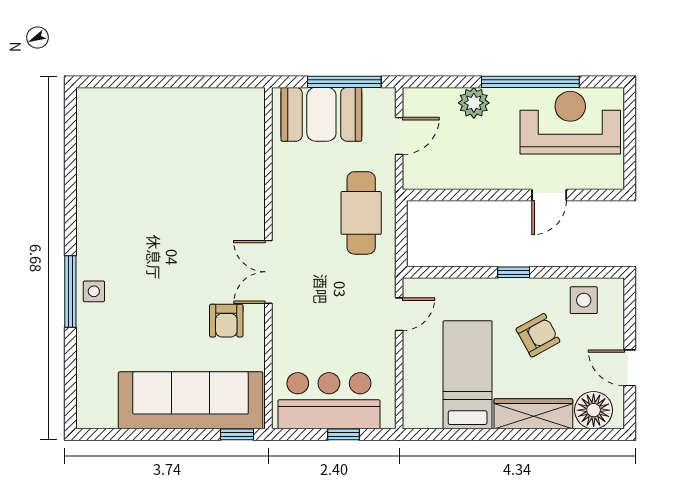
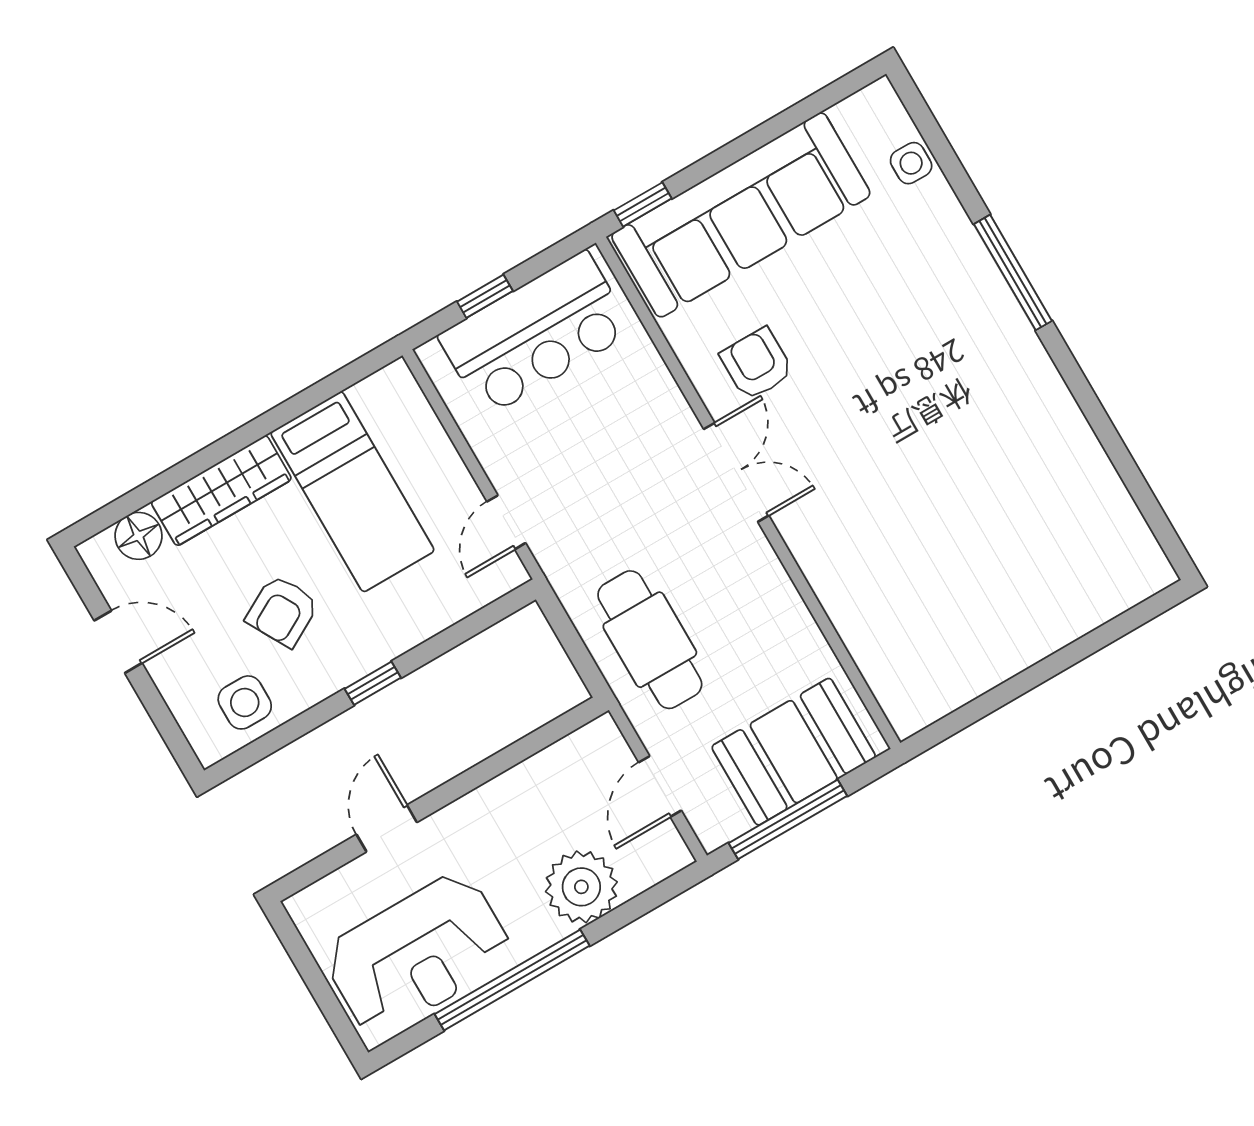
plant: (474, 103) -> (581, 887), width x1.36, depth x1.36
side table: (94, 291) -> (911, 163), moved
floor lamp: (594, 410) -> (138, 536), width x0.73, depth x0.73

